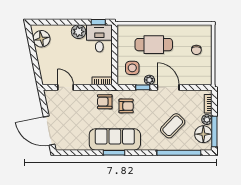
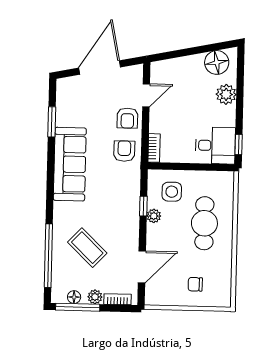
plant: (79, 32) -> (226, 94), moved
door: (168, 87) -> (142, 267), moved
armchair: (126, 106) -> (127, 118), moved
door: (49, 131) -> (100, 67), moved
floor lamp: (203, 134) -> (74, 297), width x0.53, depth x0.53
window: (114, 153) -> (52, 122), moved

